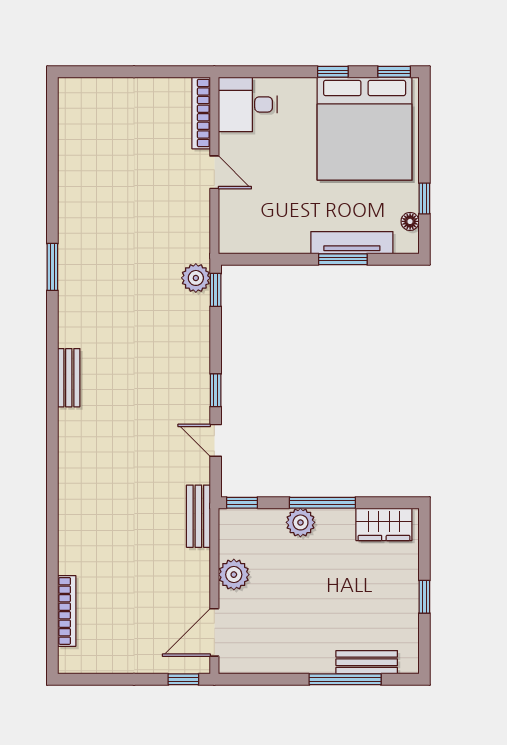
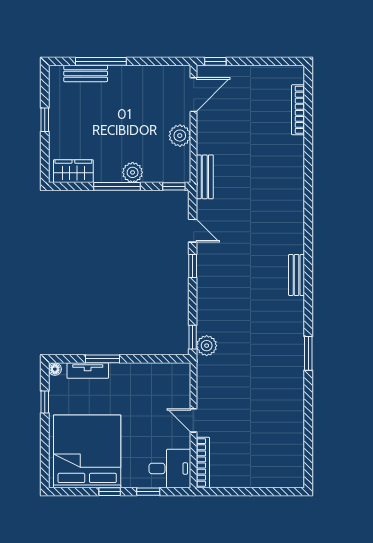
window: (394, 72) -> (148, 492), moved
floor lamp: (410, 221) -> (55, 369), moved
tv unit: (352, 243) -> (88, 371), width x0.71

